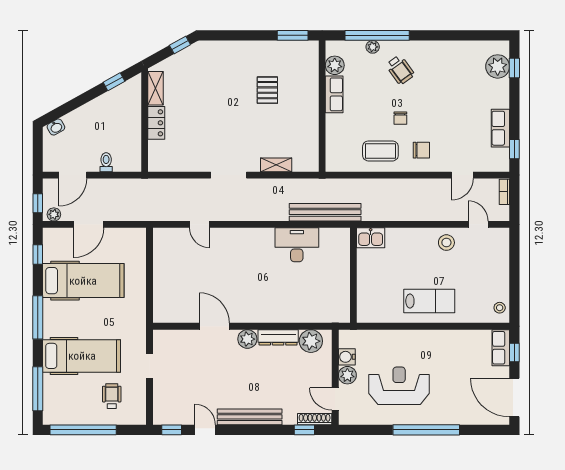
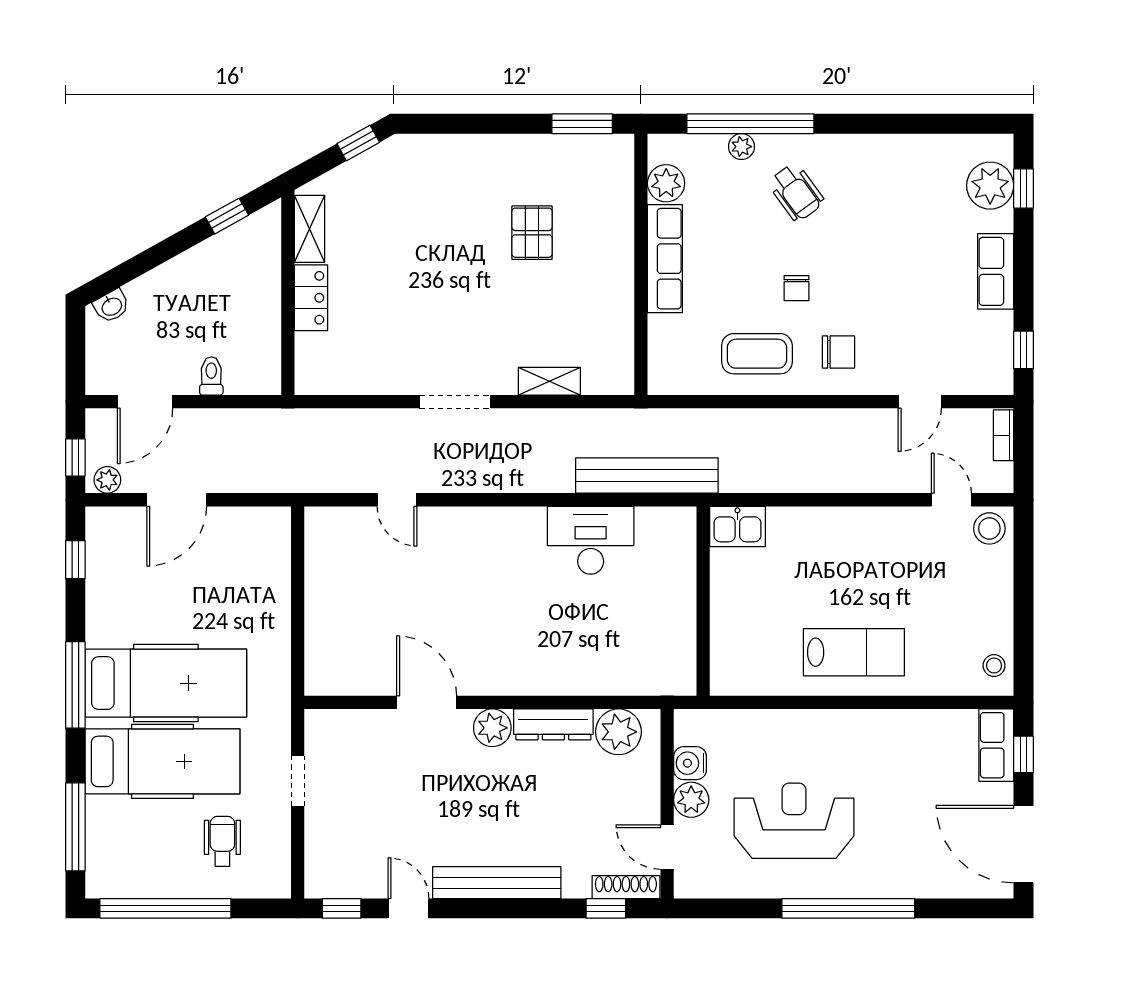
row of seats: (334, 94) -> (665, 259), width x1.48
row of seats: (500, 128) -> (996, 271), moved
stool: (446, 243) -> (989, 528), moved
hospital bed: (83, 281) -> (166, 683), moved

